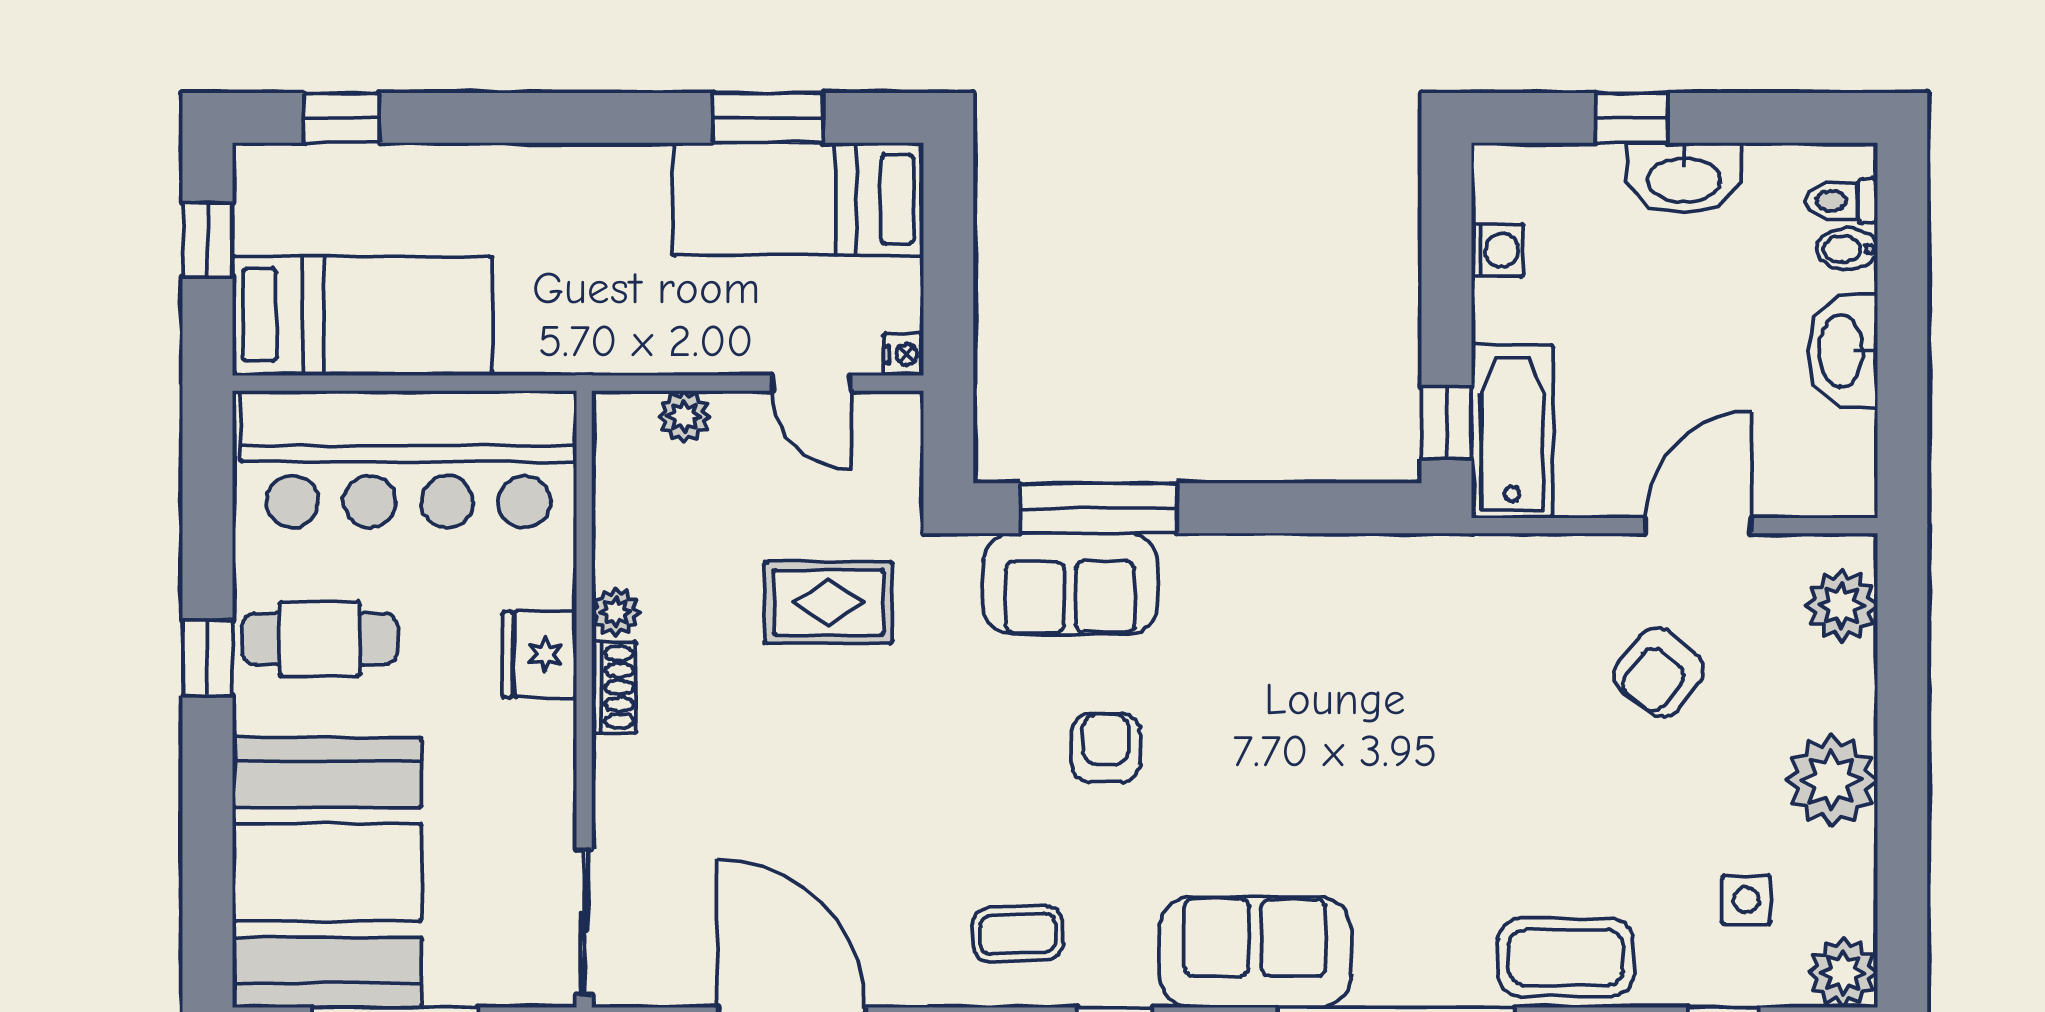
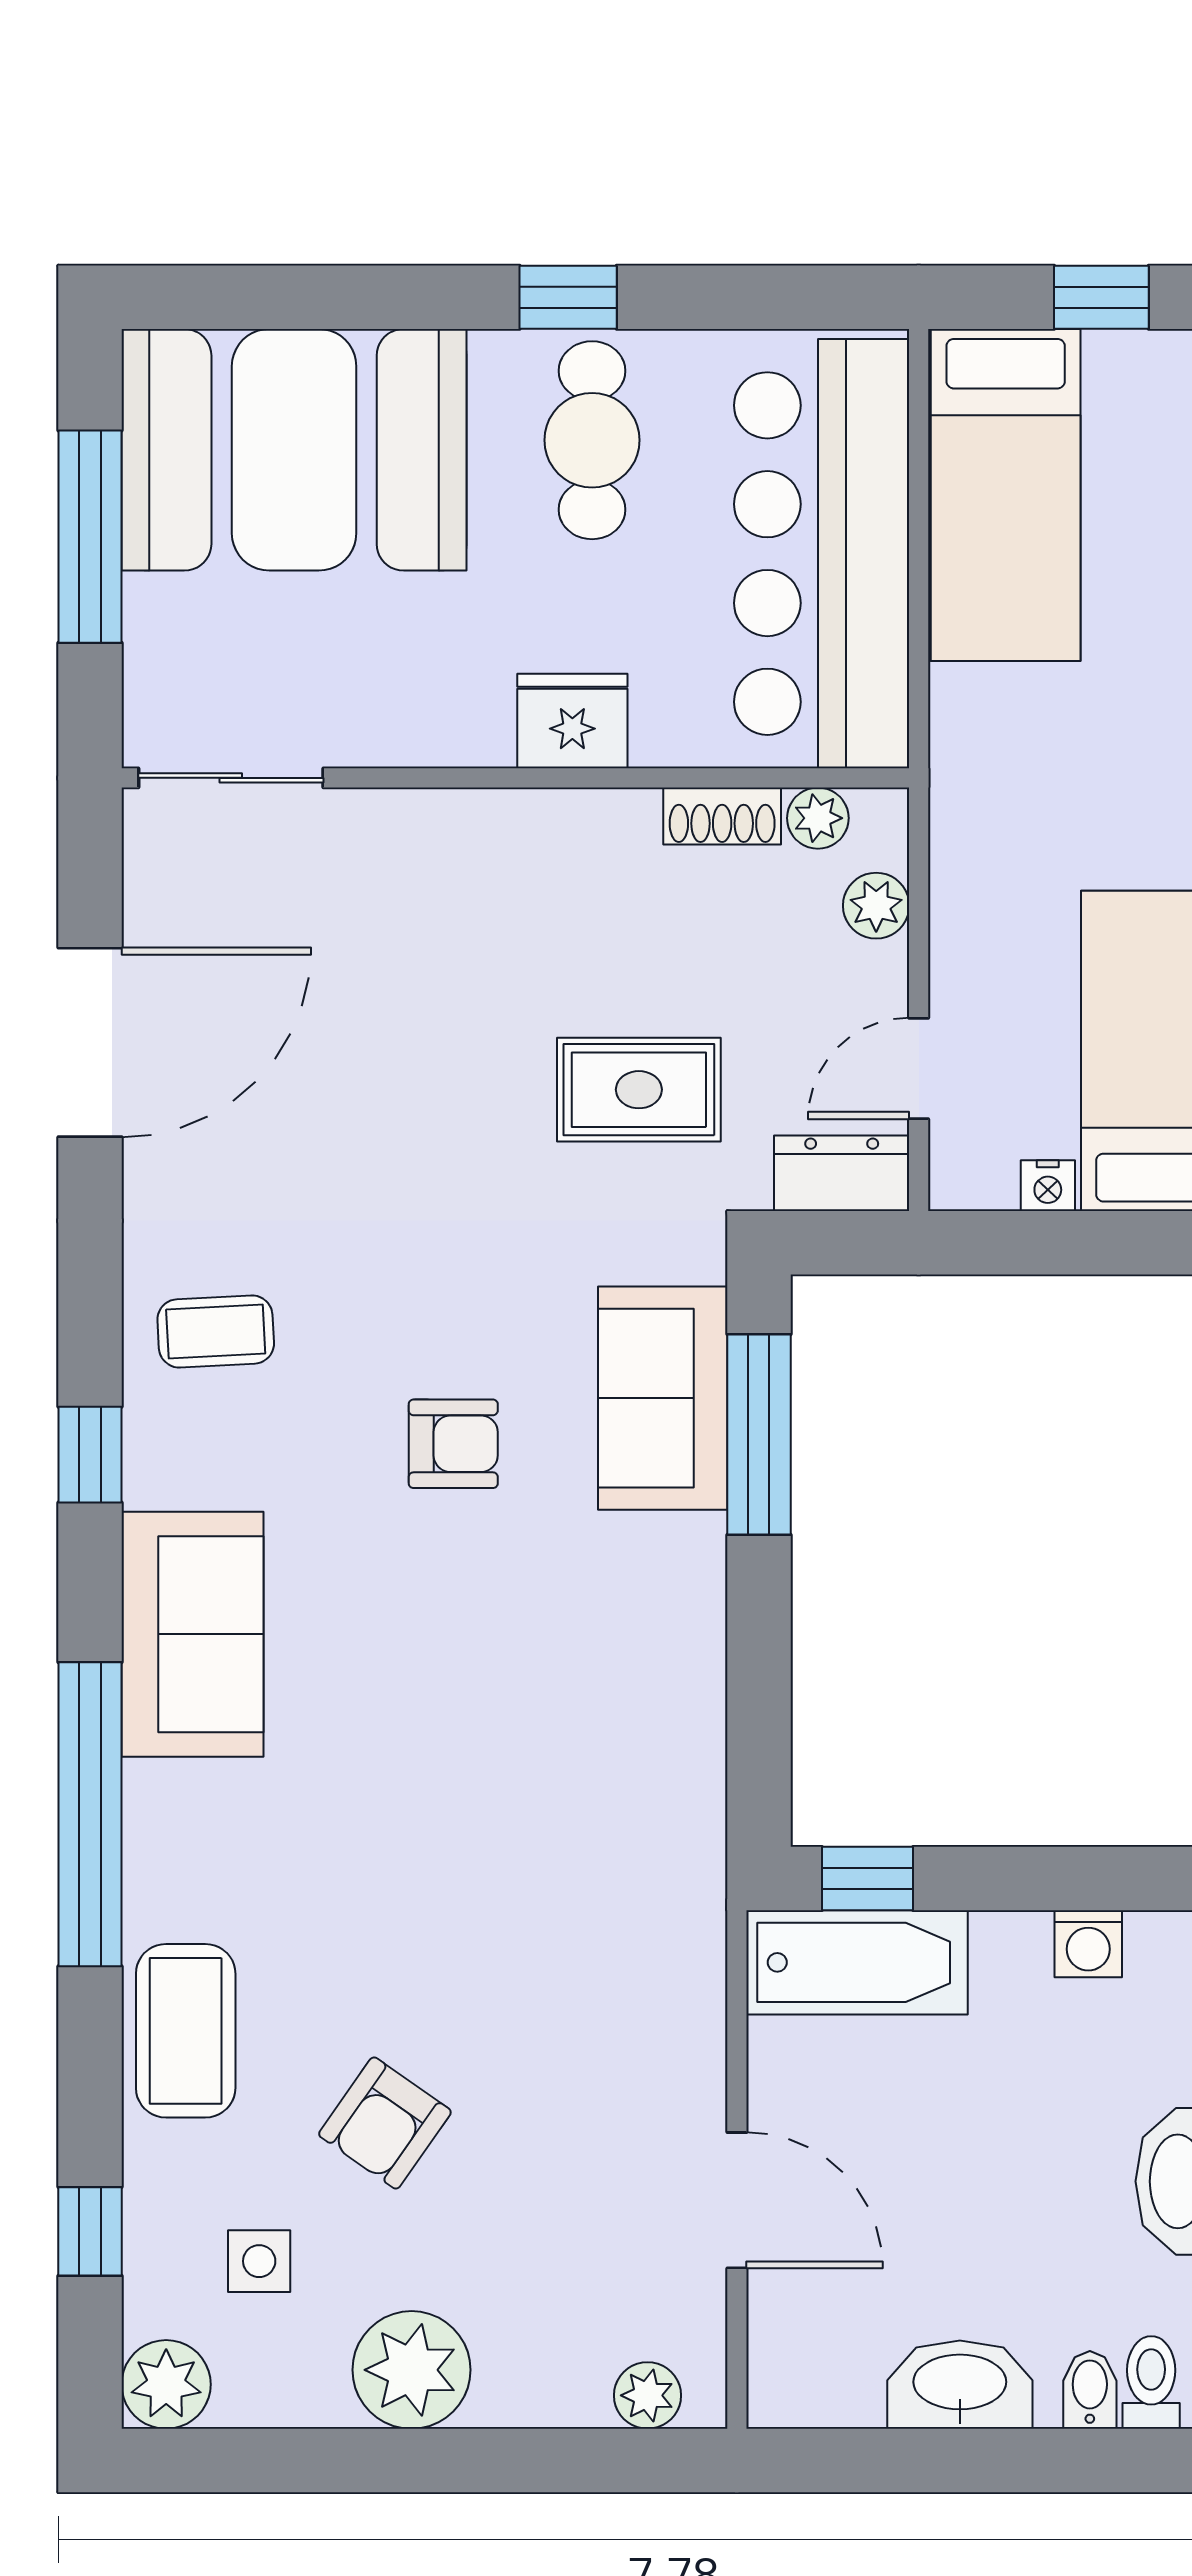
nightstand: (904, 354) -> (1048, 1186), moved
dresser: (894, 443) -> (842, 1173), added
rug: (828, 602) -> (639, 1090), turned 90
plant: (1842, 605) -> (647, 2395), width x0.73, depth x0.73
plant: (616, 612) -> (818, 818), moved
armchair: (1659, 672) -> (385, 2123), moved, turned -93
shoe rack: (614, 687) -> (722, 816), moved
coffee table: (1018, 934) -> (216, 1331), turned 90

